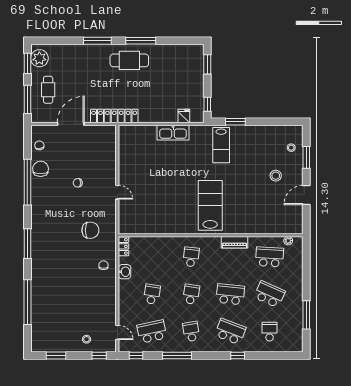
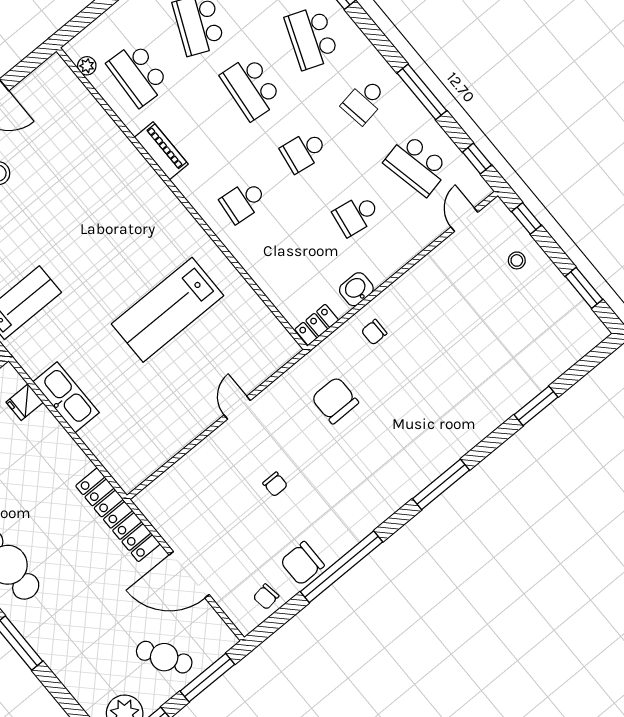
cafe table: (48, 90) -> (164, 657), turned 58
lab bench: (210, 205) -> (168, 310), moved
window: (27, 302) -> (536, 406), width x0.47

